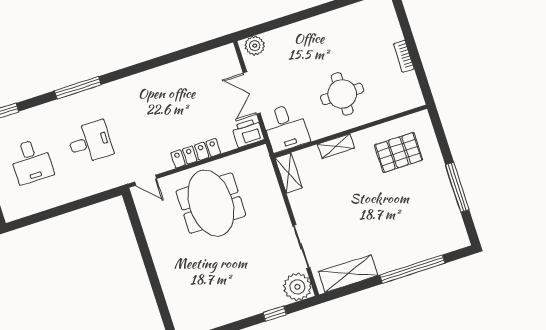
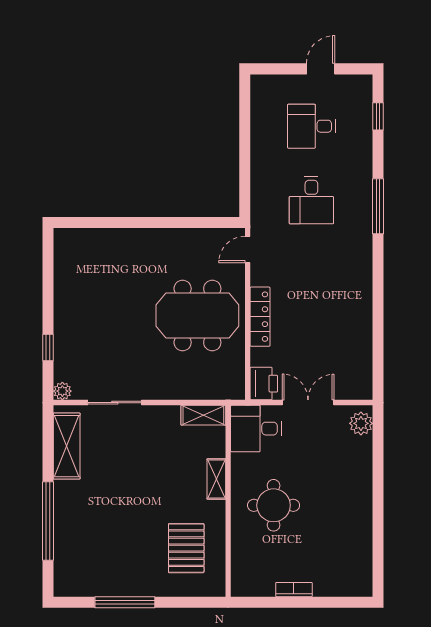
plant: (297, 287) -> (62, 391), width x0.53, depth x0.53

